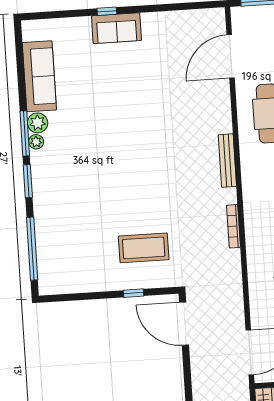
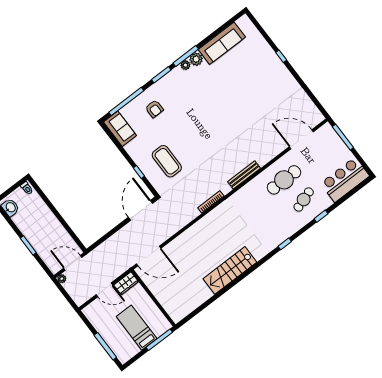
sofa: (116, 28) -> (120, 129), moved, turned 180
armchair: (66, 219) -> (154, 109), added

